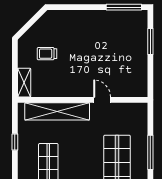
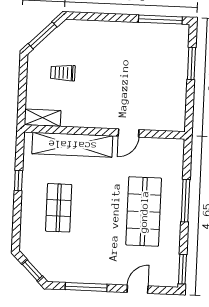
window: (29, 24) -> (43, 35), added
shelving: (24, 83) -> (43, 118), moved, turned 90
door: (102, 100) -> (129, 133), swing flipped

